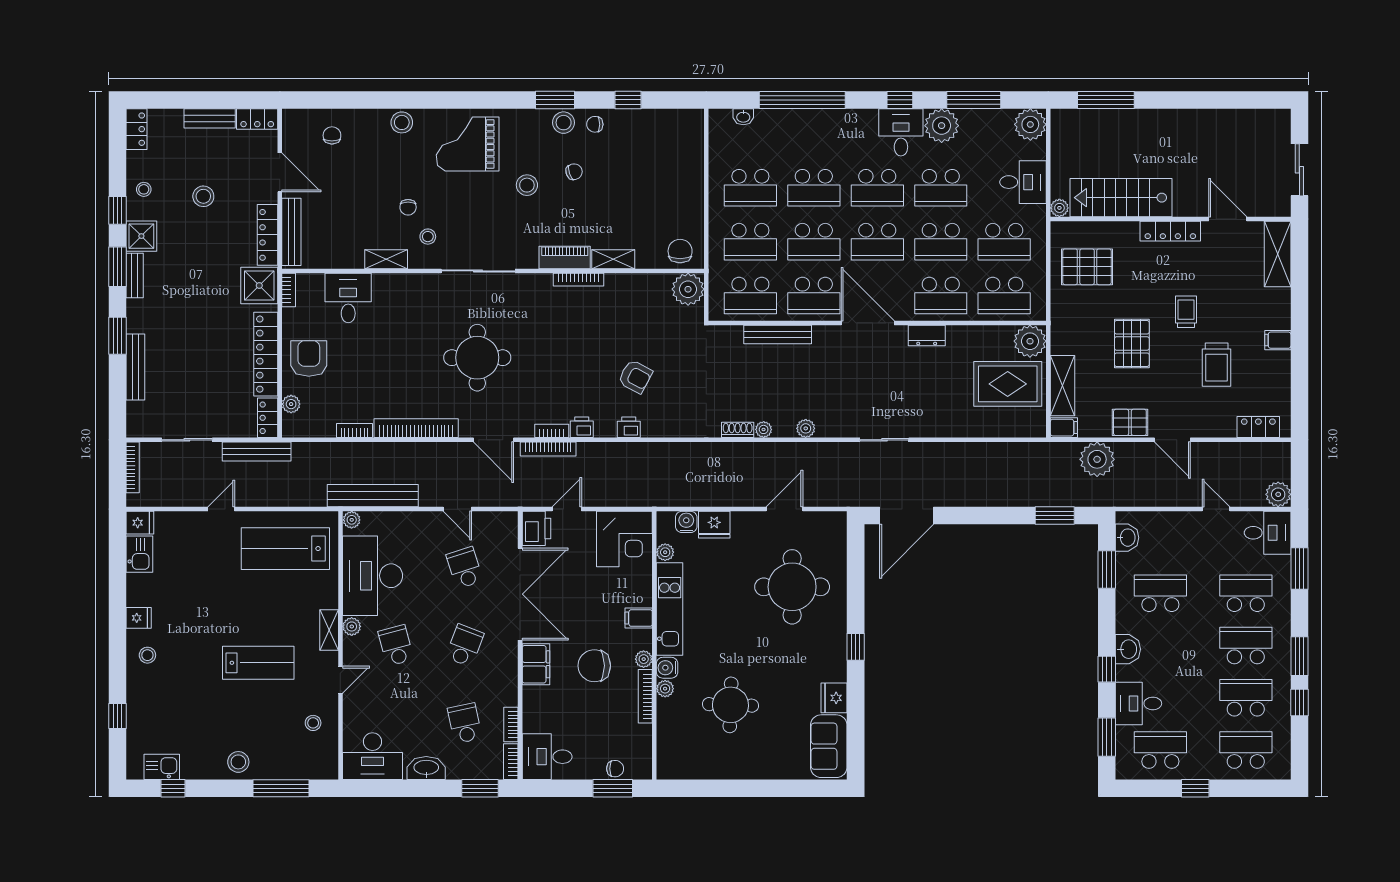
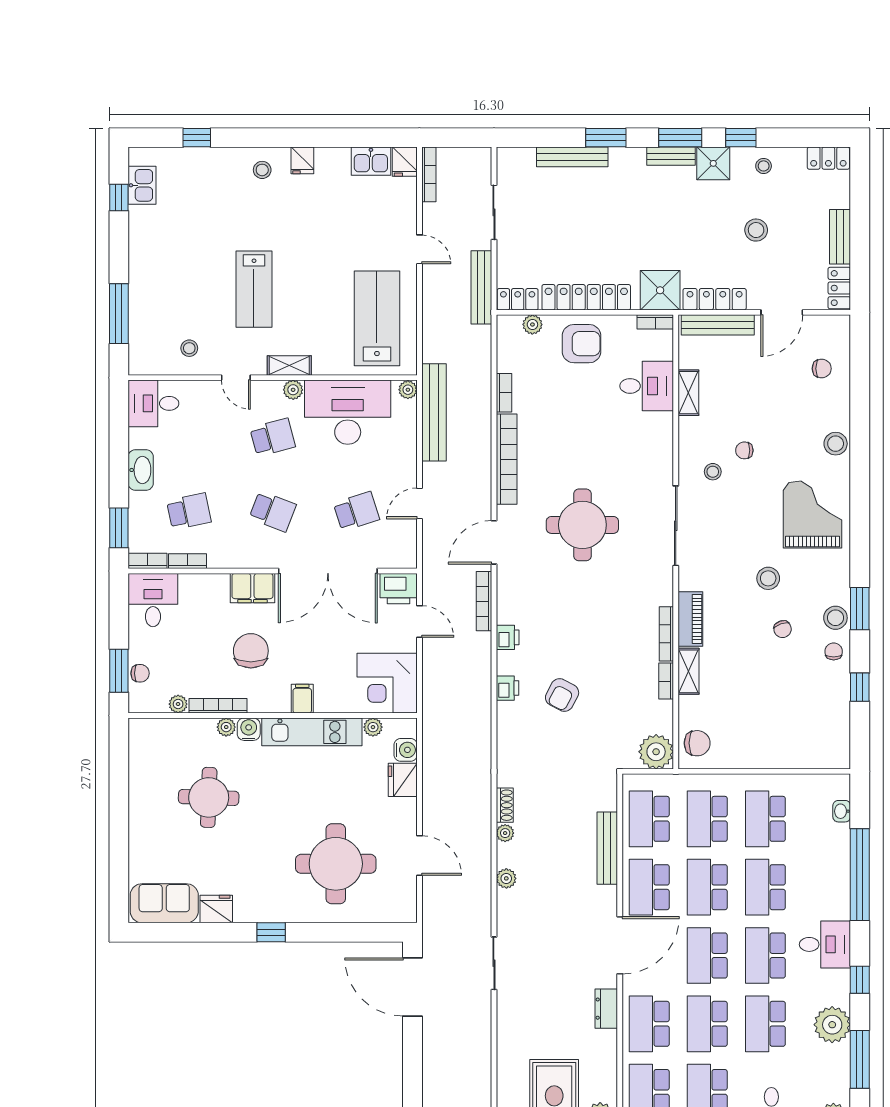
desk: (901, 132) -> (825, 944), moved
shelving: (386, 259) -> (688, 393), moved
bookcase: (552, 431) -> (666, 681), moved, turned 180
bookcase: (133, 467) -> (429, 174), moved, turned -90
plant: (644, 659) -> (178, 704), moved
desk: (373, 756) -> (153, 403), width x0.73
stool: (238, 762) -> (147, 268), removed
chair: (615, 769) -> (140, 673), turned -90

